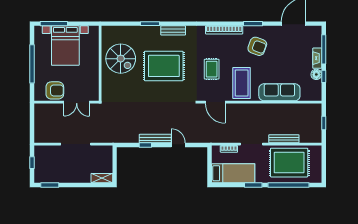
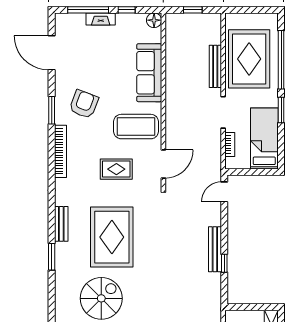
floor lamp: (316, 74) -> (154, 20), moved
door: (178, 145) -> (224, 192), moved

